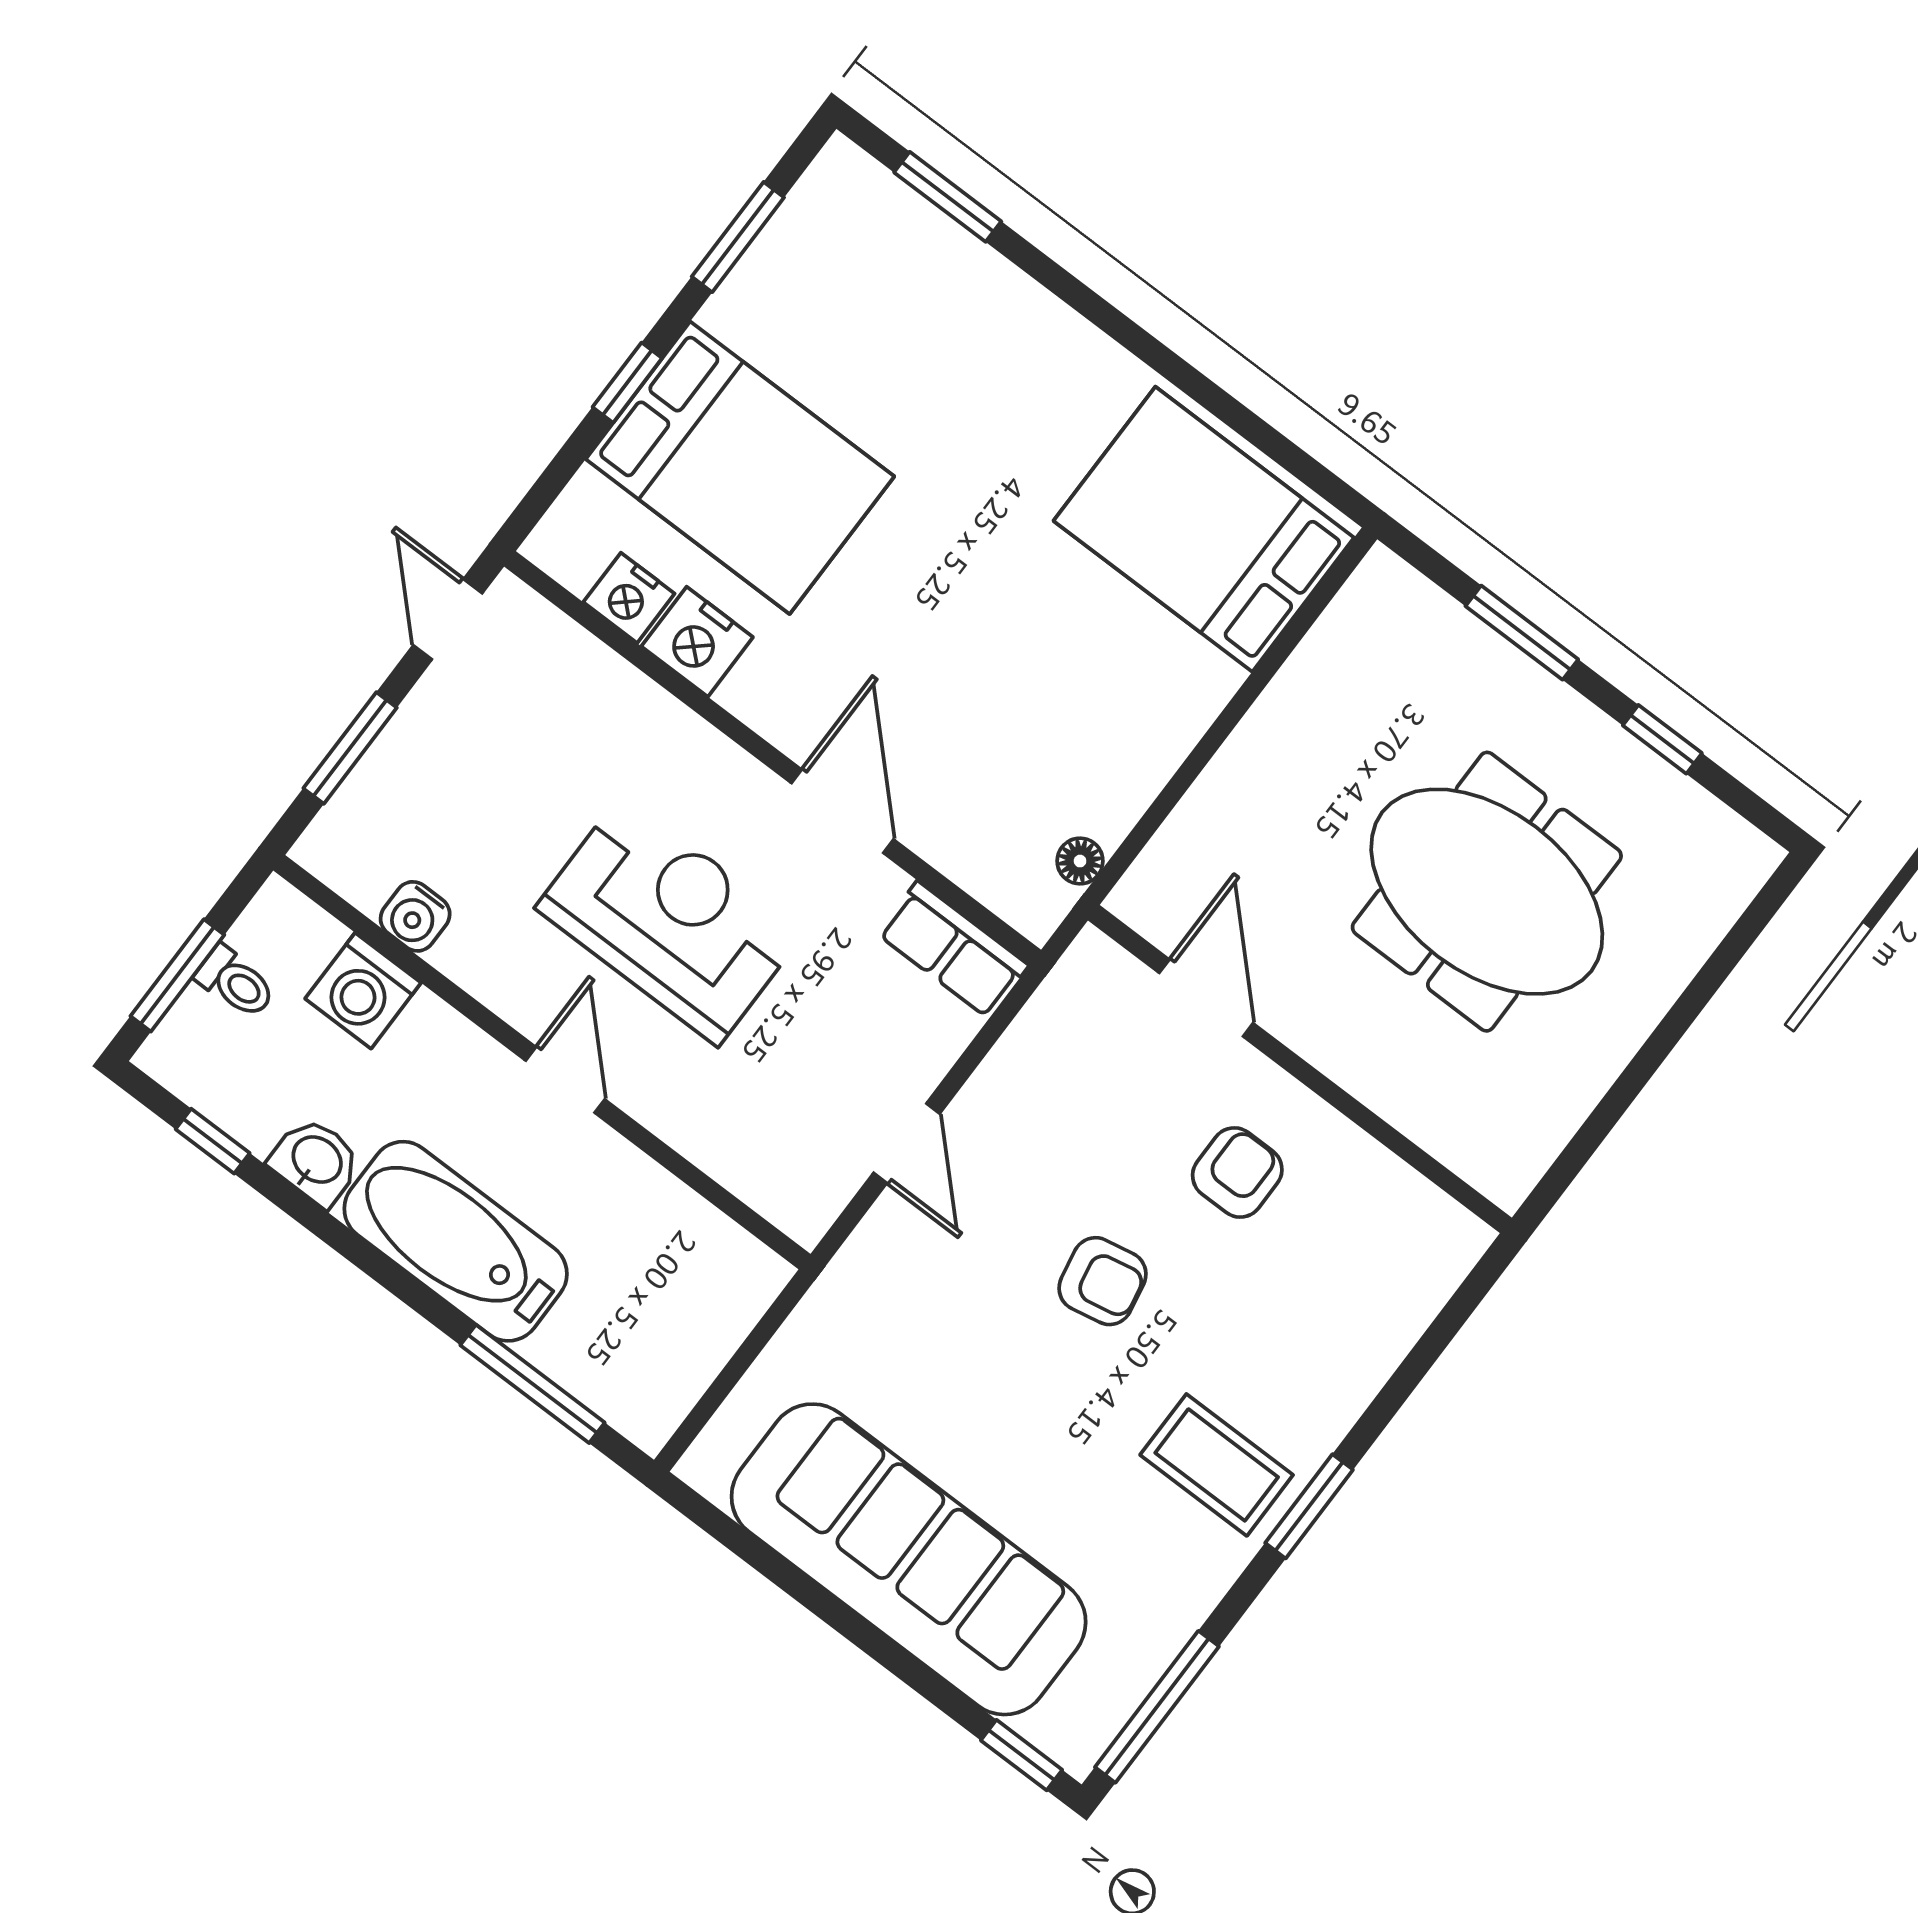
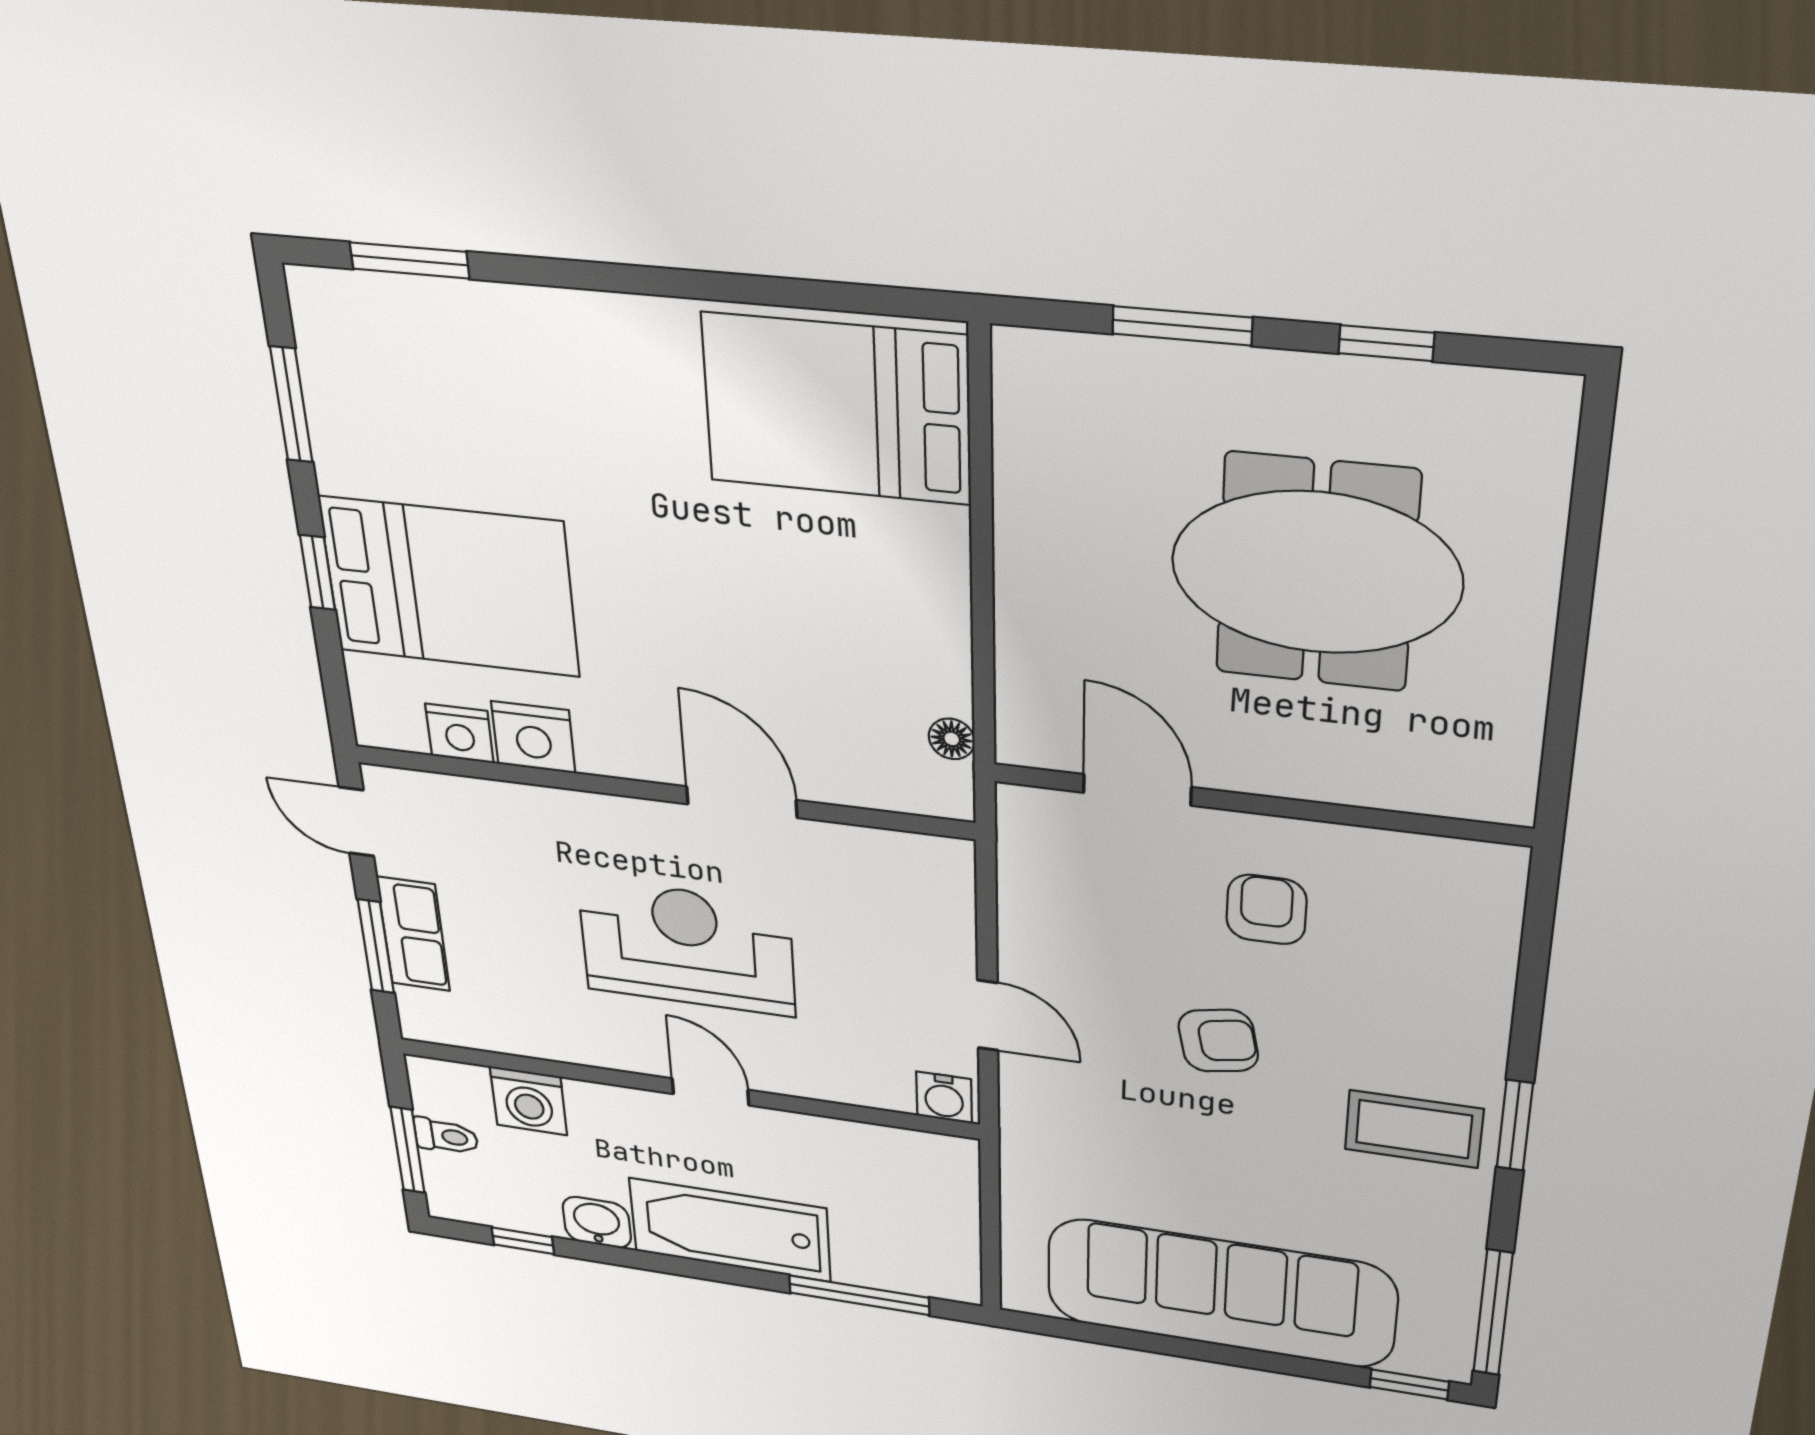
water cooler: (415, 916) -> (944, 1097), moved
row of seats: (953, 950) -> (413, 934), moved, turned -90

